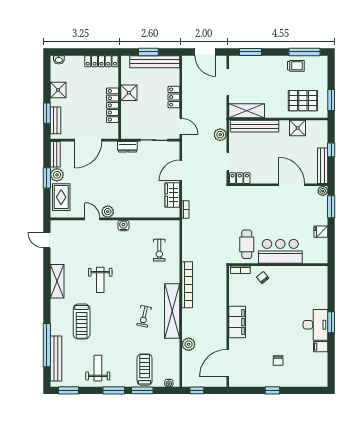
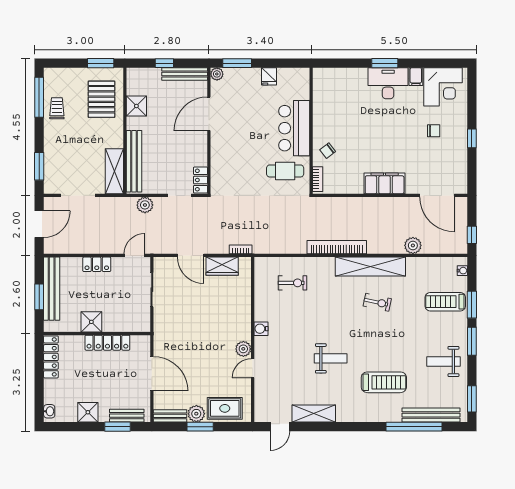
dresser: (127, 147) -> (160, 324), removed
shelving: (57, 281) -> (314, 414), moved
corner desk: (313, 368) -> (443, 87), added

